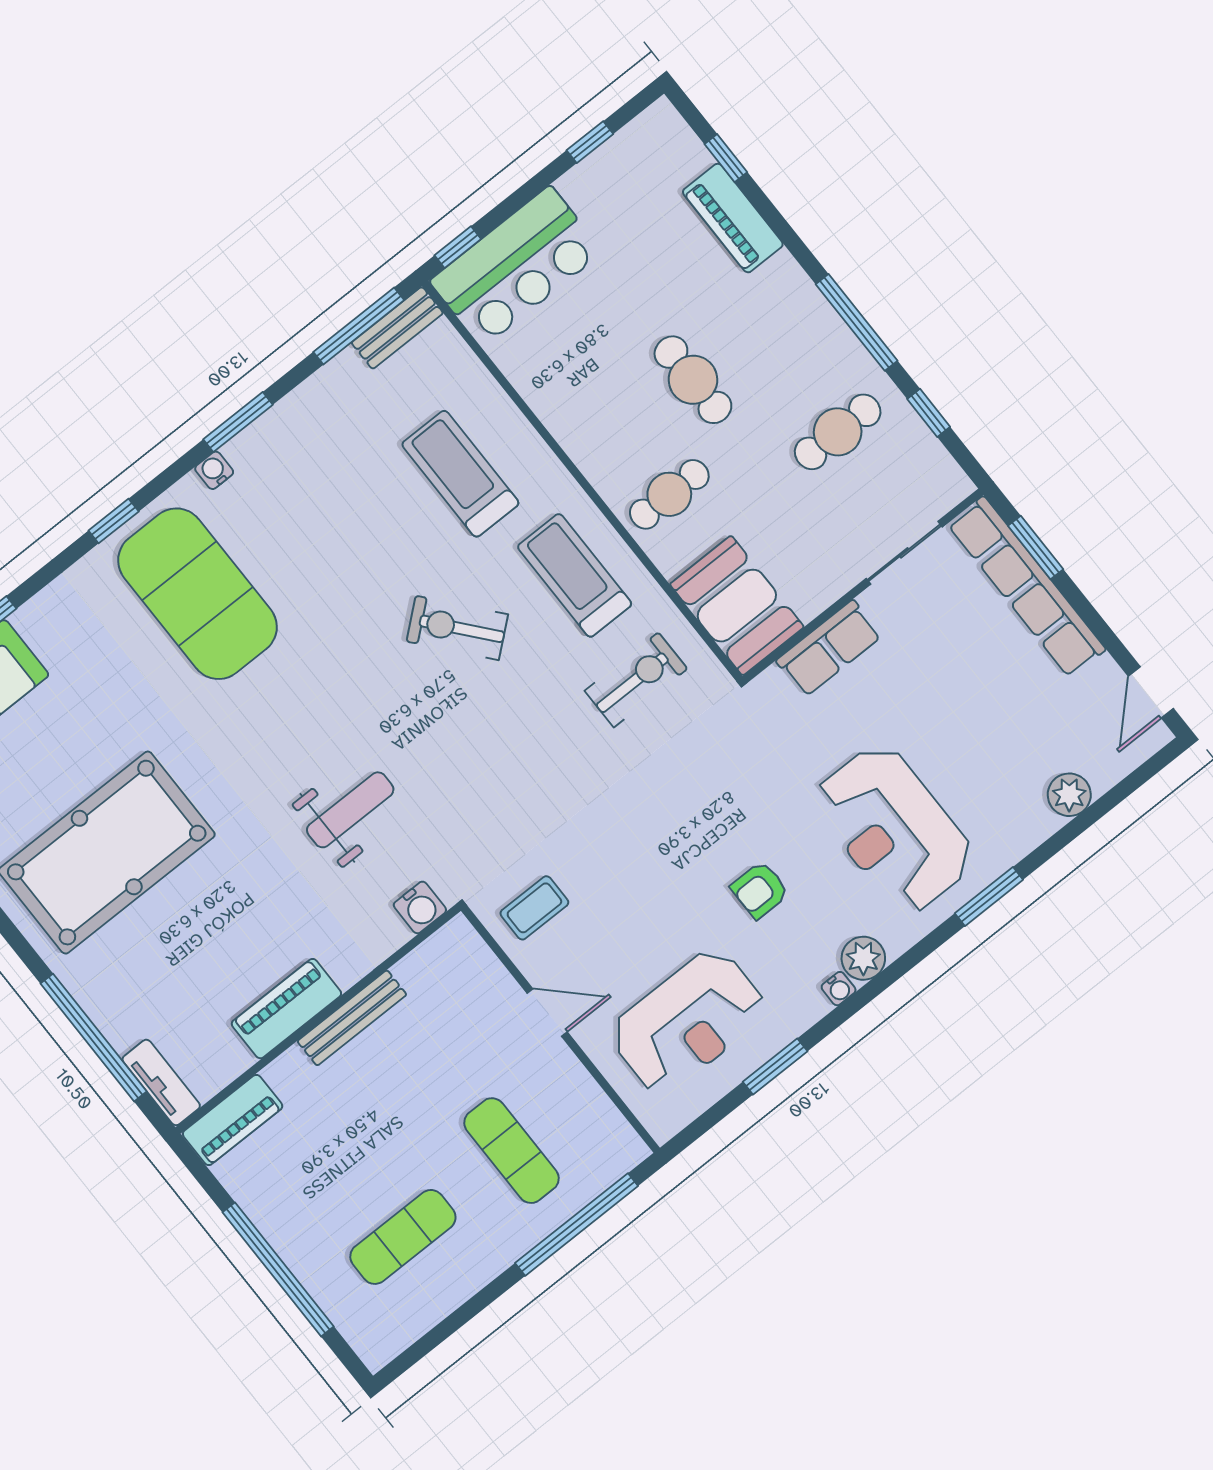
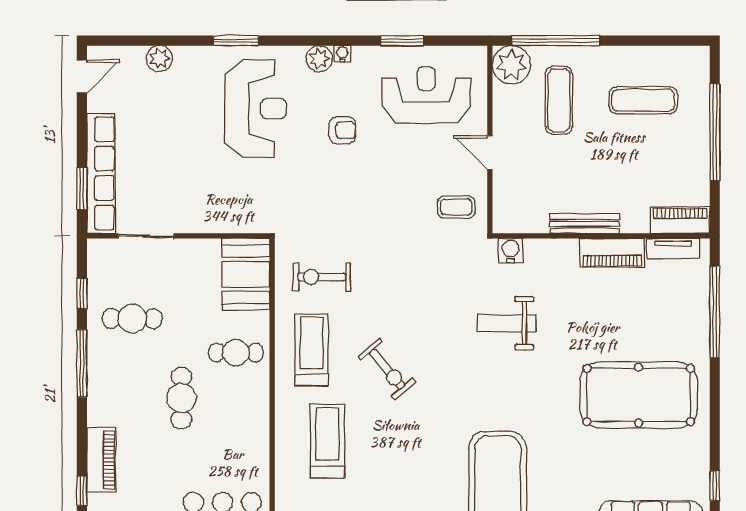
treadmill: (460, 474) -> (327, 441), turned 180
treadmill: (575, 575) -> (312, 350), turned 180
row of seats: (829, 648) -> (218, 219), removed
tv unit: (161, 1082) -> (673, 249), moved, turned -90
plant: (609, 1148) -> (512, 65), added

